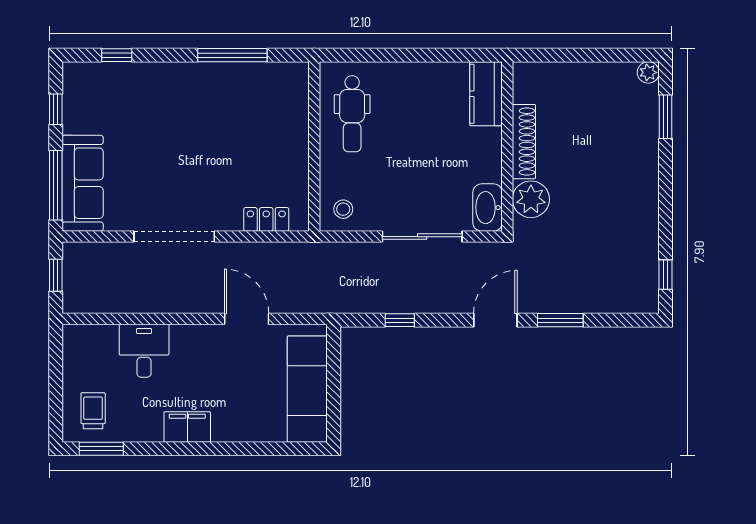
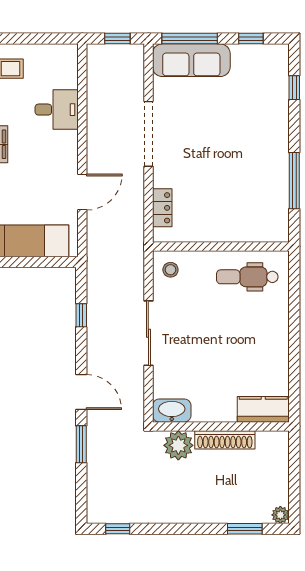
kitchen counter: (486, 94) -> (263, 409), moved
shoe rack: (524, 142) -> (225, 440), moved
wall: (507, 146) -> (221, 426), moved
plant: (531, 199) -> (178, 445), moved
washbasin: (488, 208) -> (172, 411), moved

